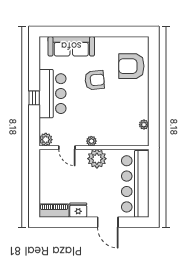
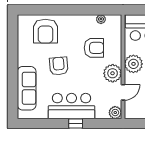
armchair: (114, 117) -> (94, 48), added
plant: (91, 141) -> (113, 73), width x1.88, depth x1.88

